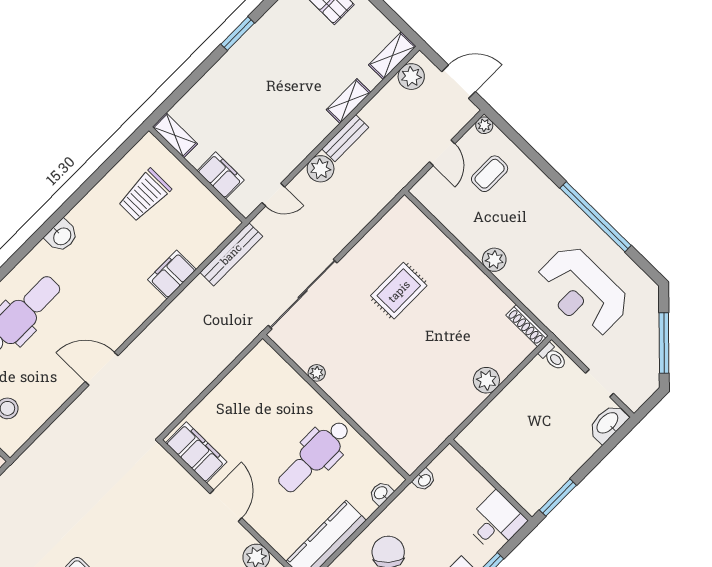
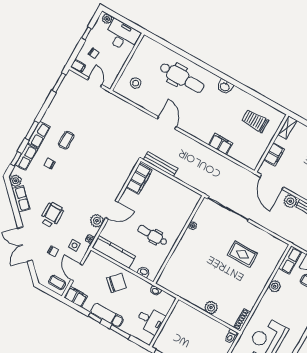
door: (273, 195) -> (272, 182), width x1.88
row of seats: (435, 200) -> (290, 260), added
bench: (231, 254) -> (161, 164), moved
plant: (494, 260) -> (275, 286), moved
dental chair: (314, 456) -> (152, 235), width x0.73, depth x0.72
door: (226, 506) -> (112, 210), moved
desk: (495, 522) -> (150, 320), moved

